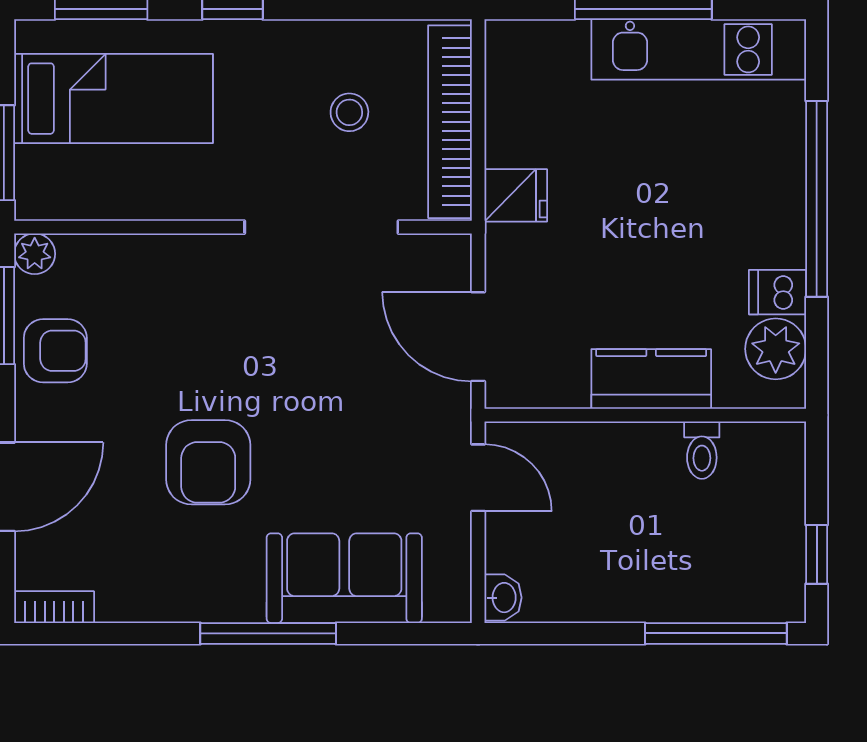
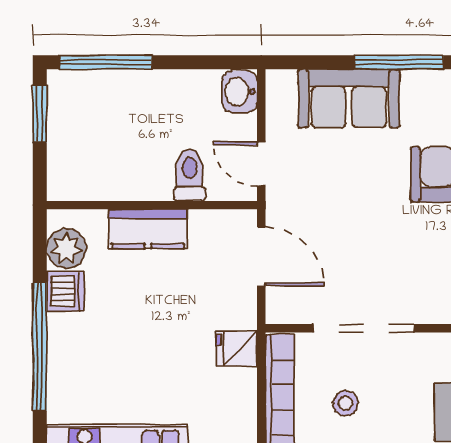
dishwasher: (778, 292) -> (65, 291), width x1.38
toilet: (702, 450) -> (190, 175), moved, width x1.37, depth x1.39
window: (817, 554) -> (40, 114), width x1.50
washbasin: (503, 598) -> (239, 92), width x1.38, depth x1.45

